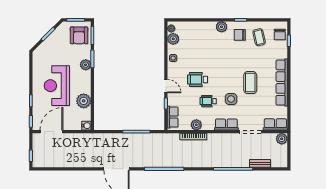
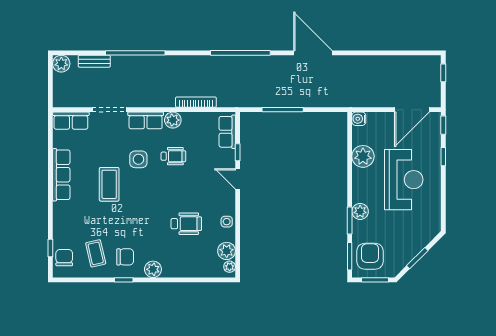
wheelchair: (197, 79) -> (186, 224), moved
row of seats: (282, 83) -> (61, 175), width x0.73
plant: (196, 125) -> (173, 120), moved
plant: (282, 139) -> (61, 64), moved

